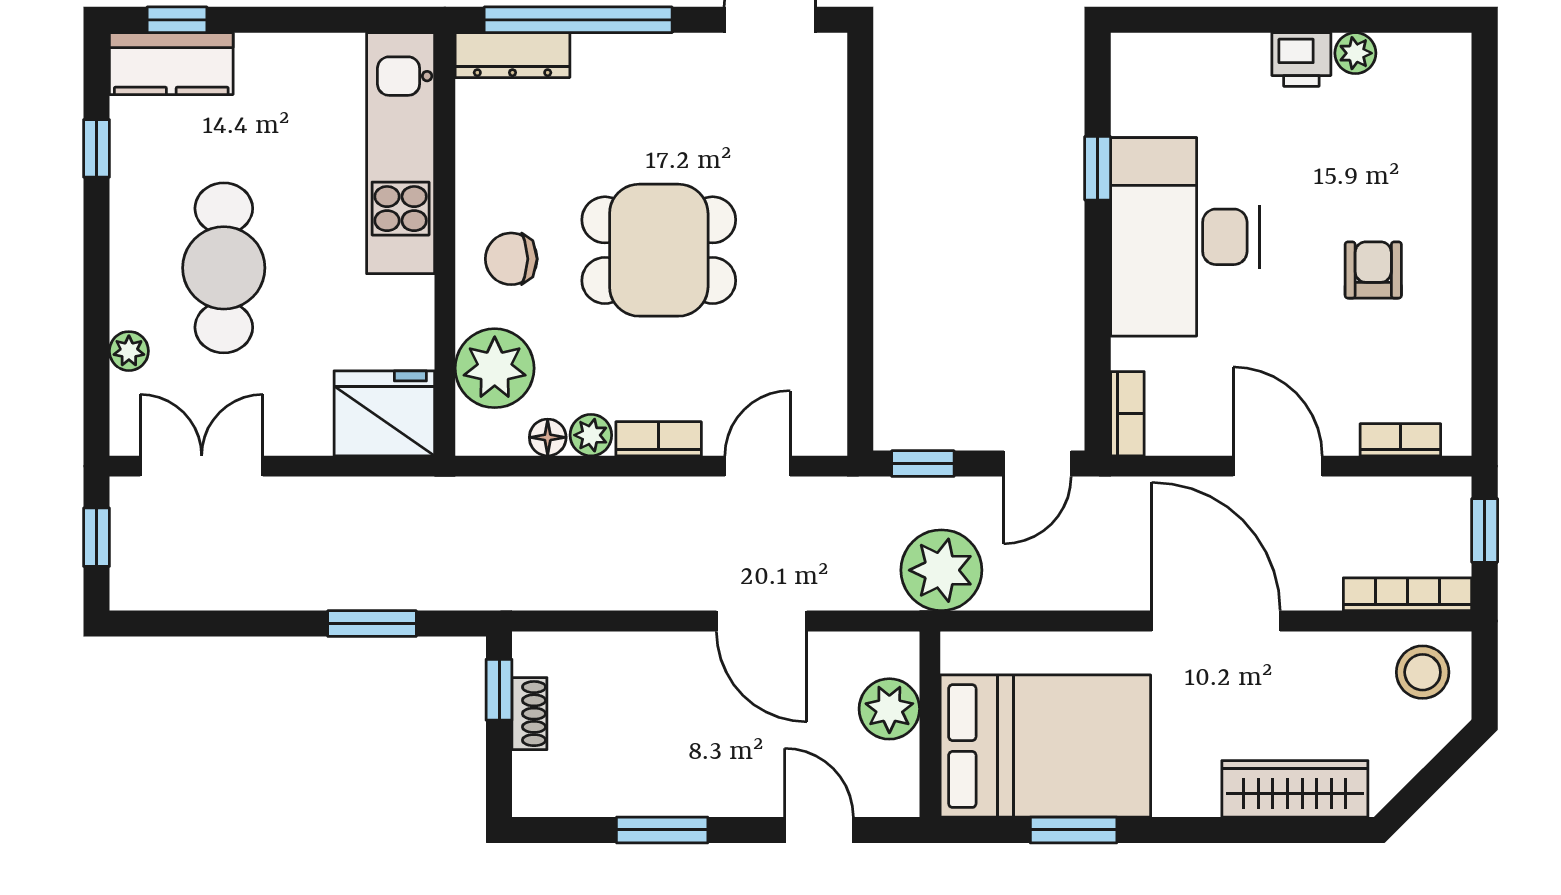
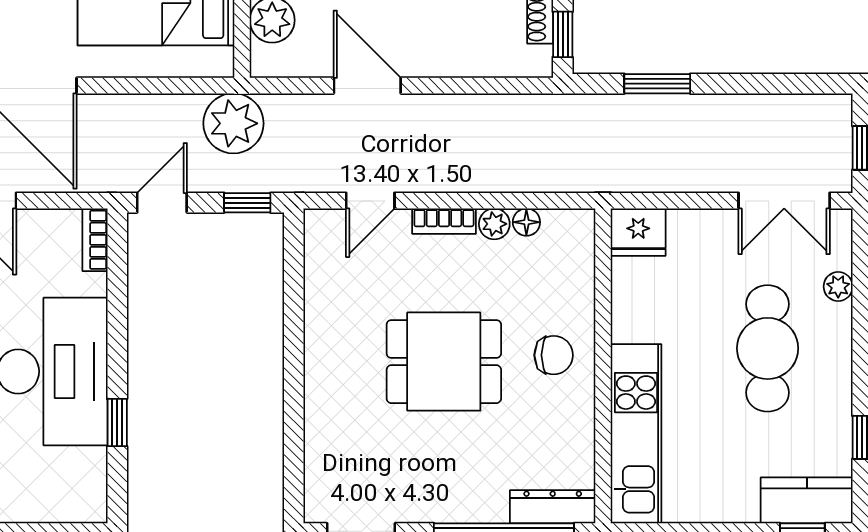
plant: (495, 368) -> (566, 274), removed
fridge: (384, 413) -> (638, 232), width x0.73, depth x0.75

